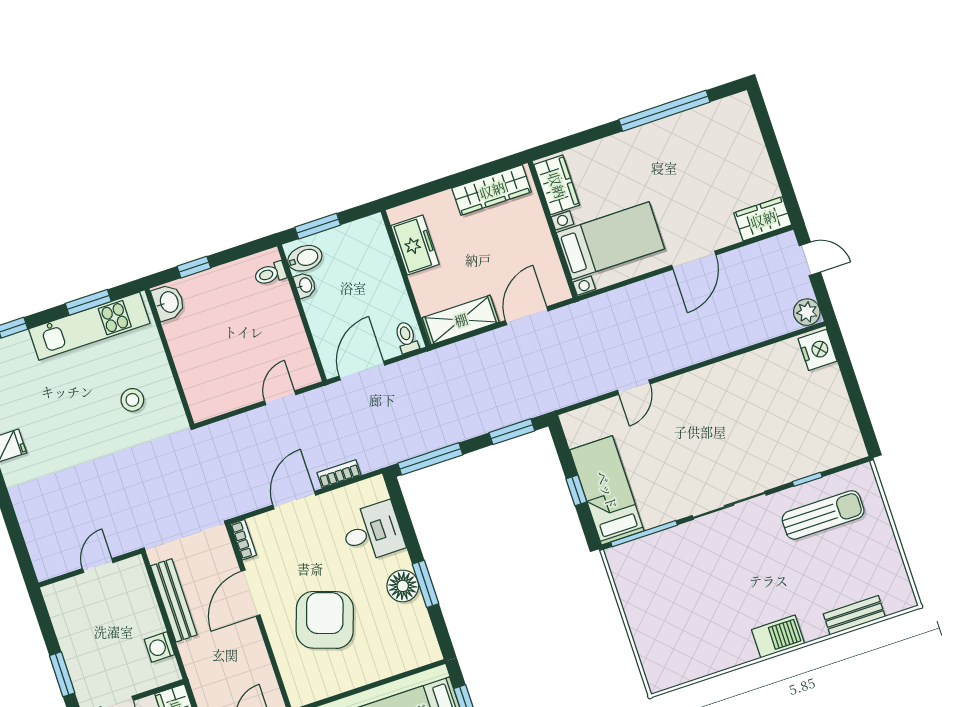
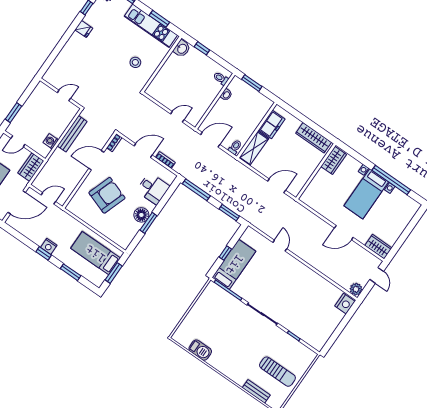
bed with nightstands: (610, 241) -> (366, 194), moved, turned 90
bidet: (305, 258) -> (236, 87), removed
shelving: (461, 320) -> (254, 148), moved, turned 90
door: (634, 387) -> (280, 246), swing flipped
sun lounger: (823, 515) -> (277, 372), moved
barbecue: (778, 636) -> (200, 350), moved

